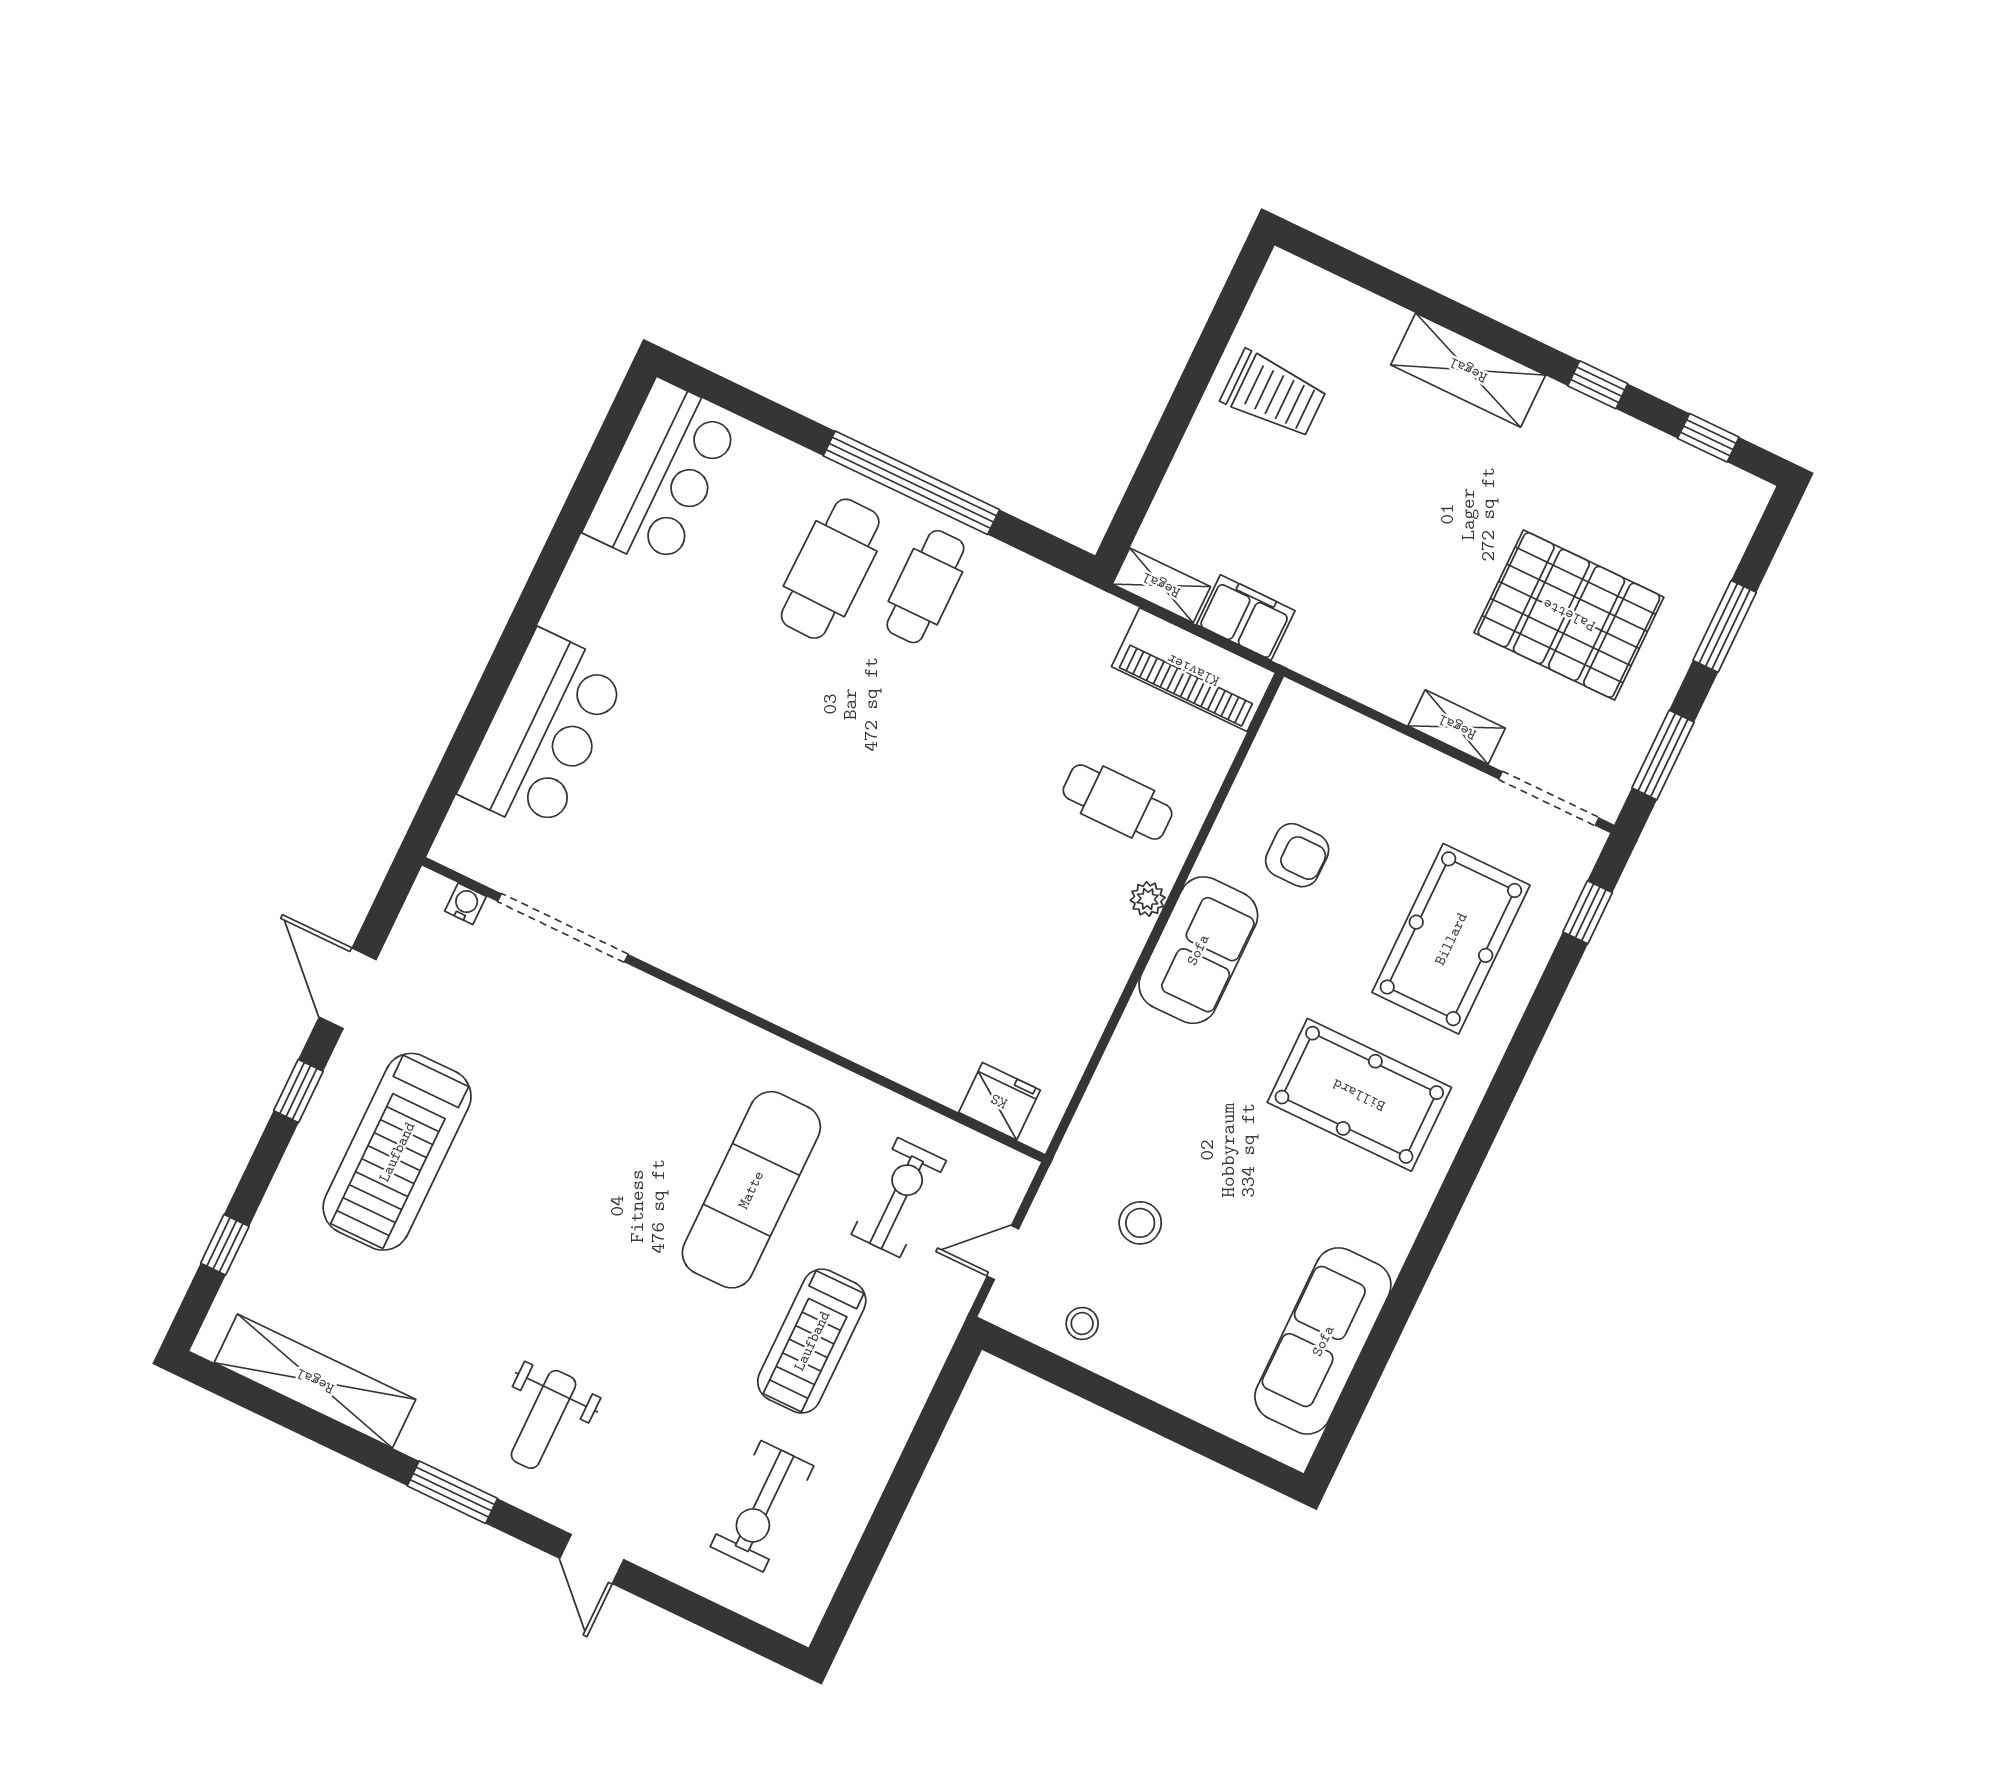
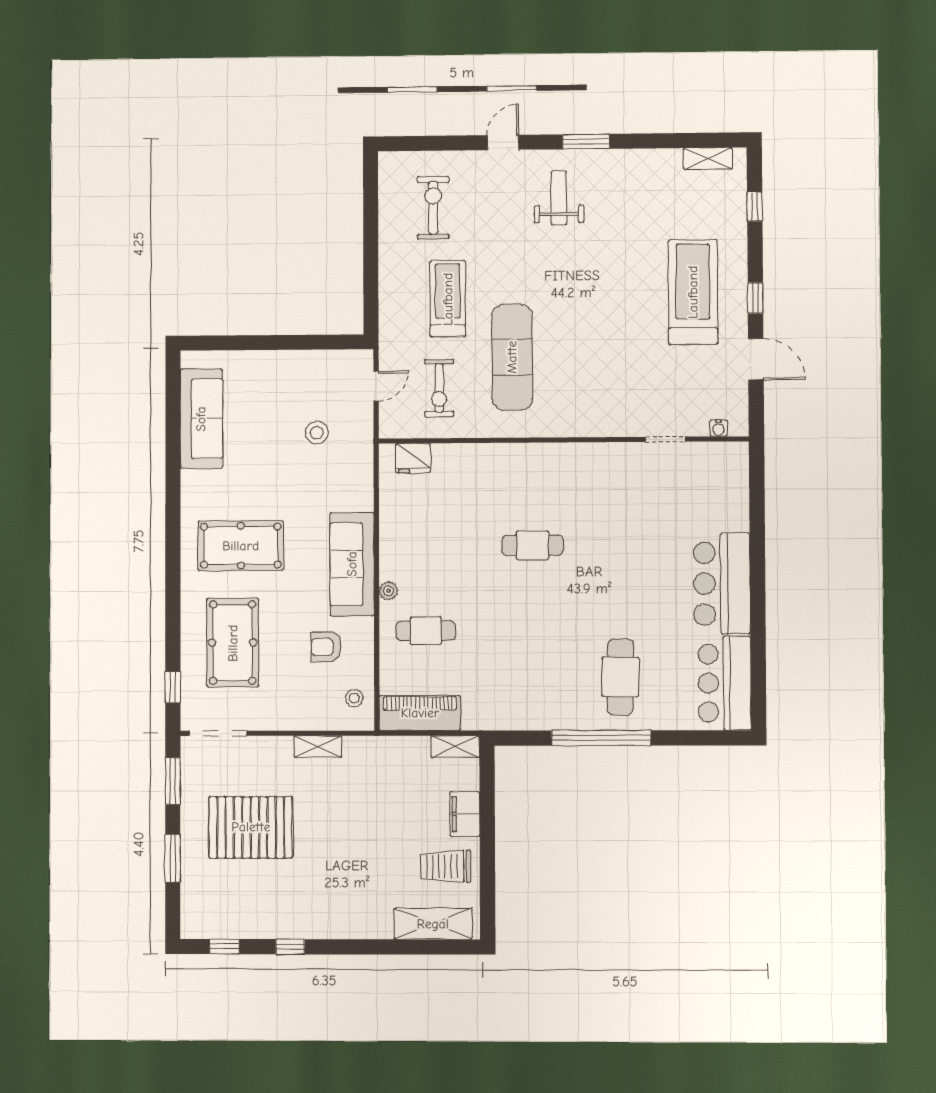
shelving: (1468, 370) -> (433, 924), moved
cafe table: (925, 587) -> (533, 545), moved, turned 90
filing cabinet: (1246, 618) -> (465, 814), moved, turned 90
shelving: (1457, 727) -> (318, 747), moved
bar counter: (543, 732) -> (722, 584), moved
doorway: (563, 928) -> (665, 439), width x0.53
sofa: (1198, 950) -> (352, 564), width x1.36
stool: (1082, 1323) -> (354, 698), moved
shelving: (315, 1381) -> (708, 159), width x0.45, depth x0.75
door: (592, 1559) -> (503, 142), hinge flipped

